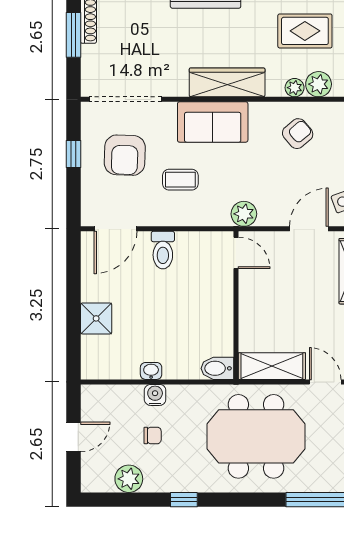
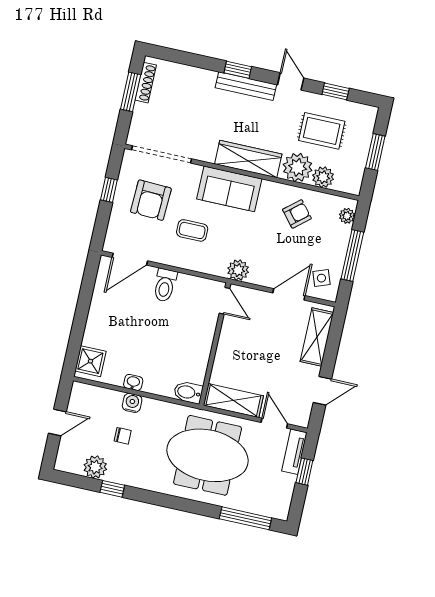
plant: (295, 88) -> (298, 167), width x1.88, depth x1.88
shower: (96, 318) -> (90, 361), moved
window: (184, 500) -> (112, 489), moved

